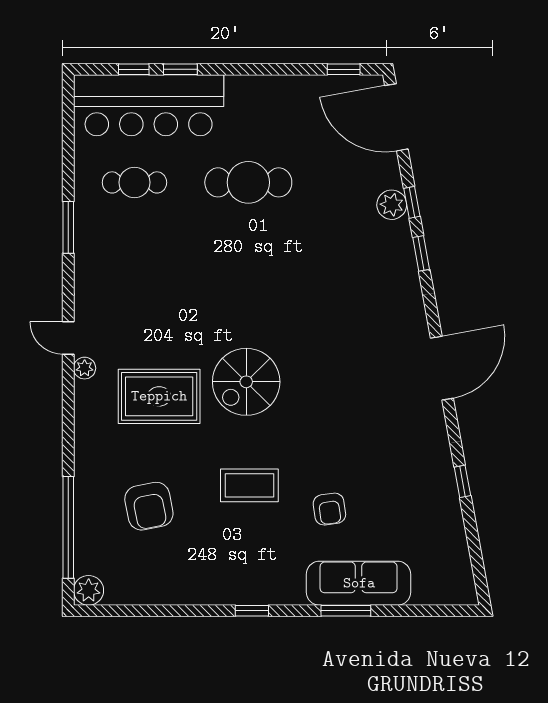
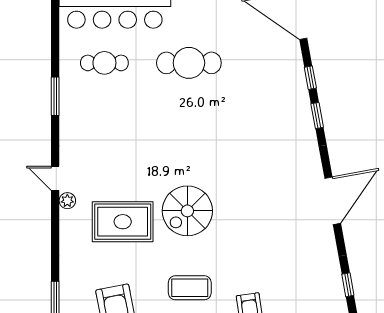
plant: (392, 205) -> (295, 79), removed

